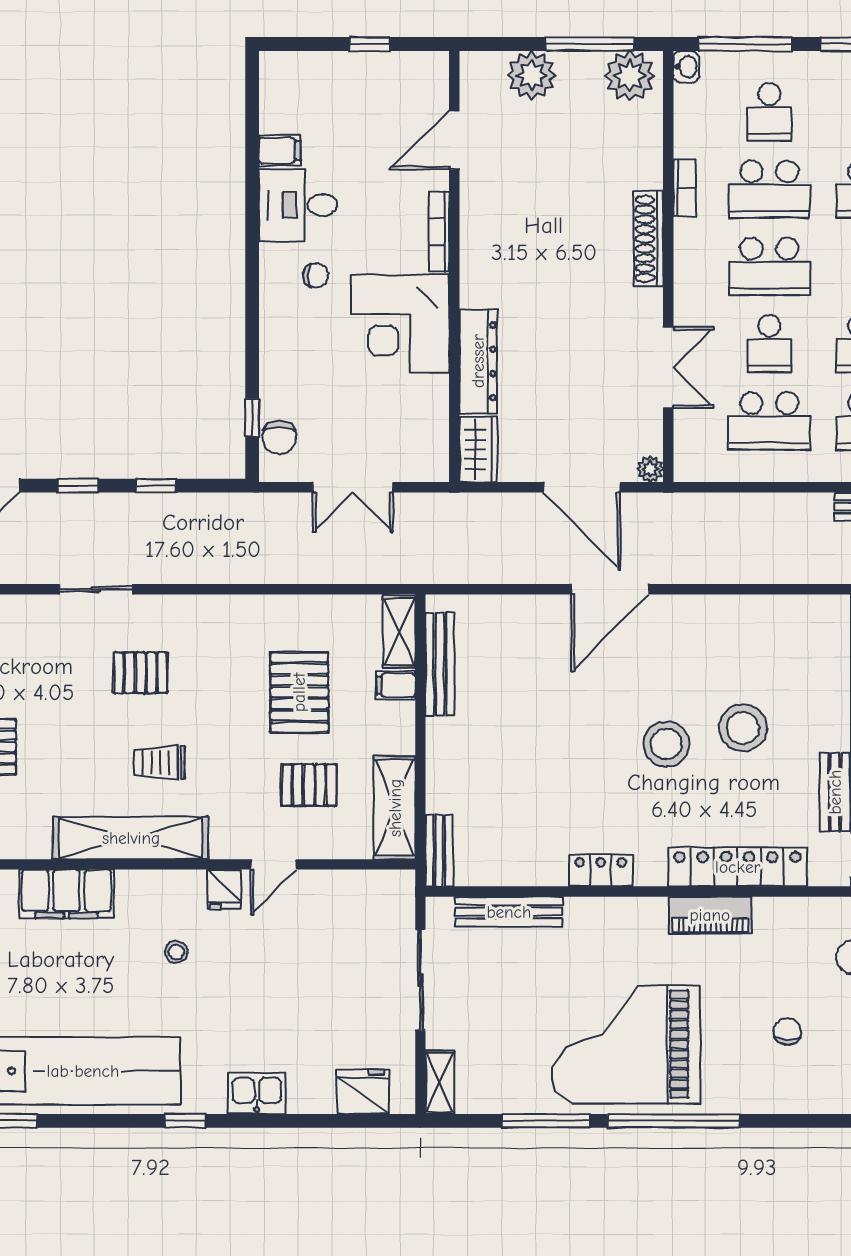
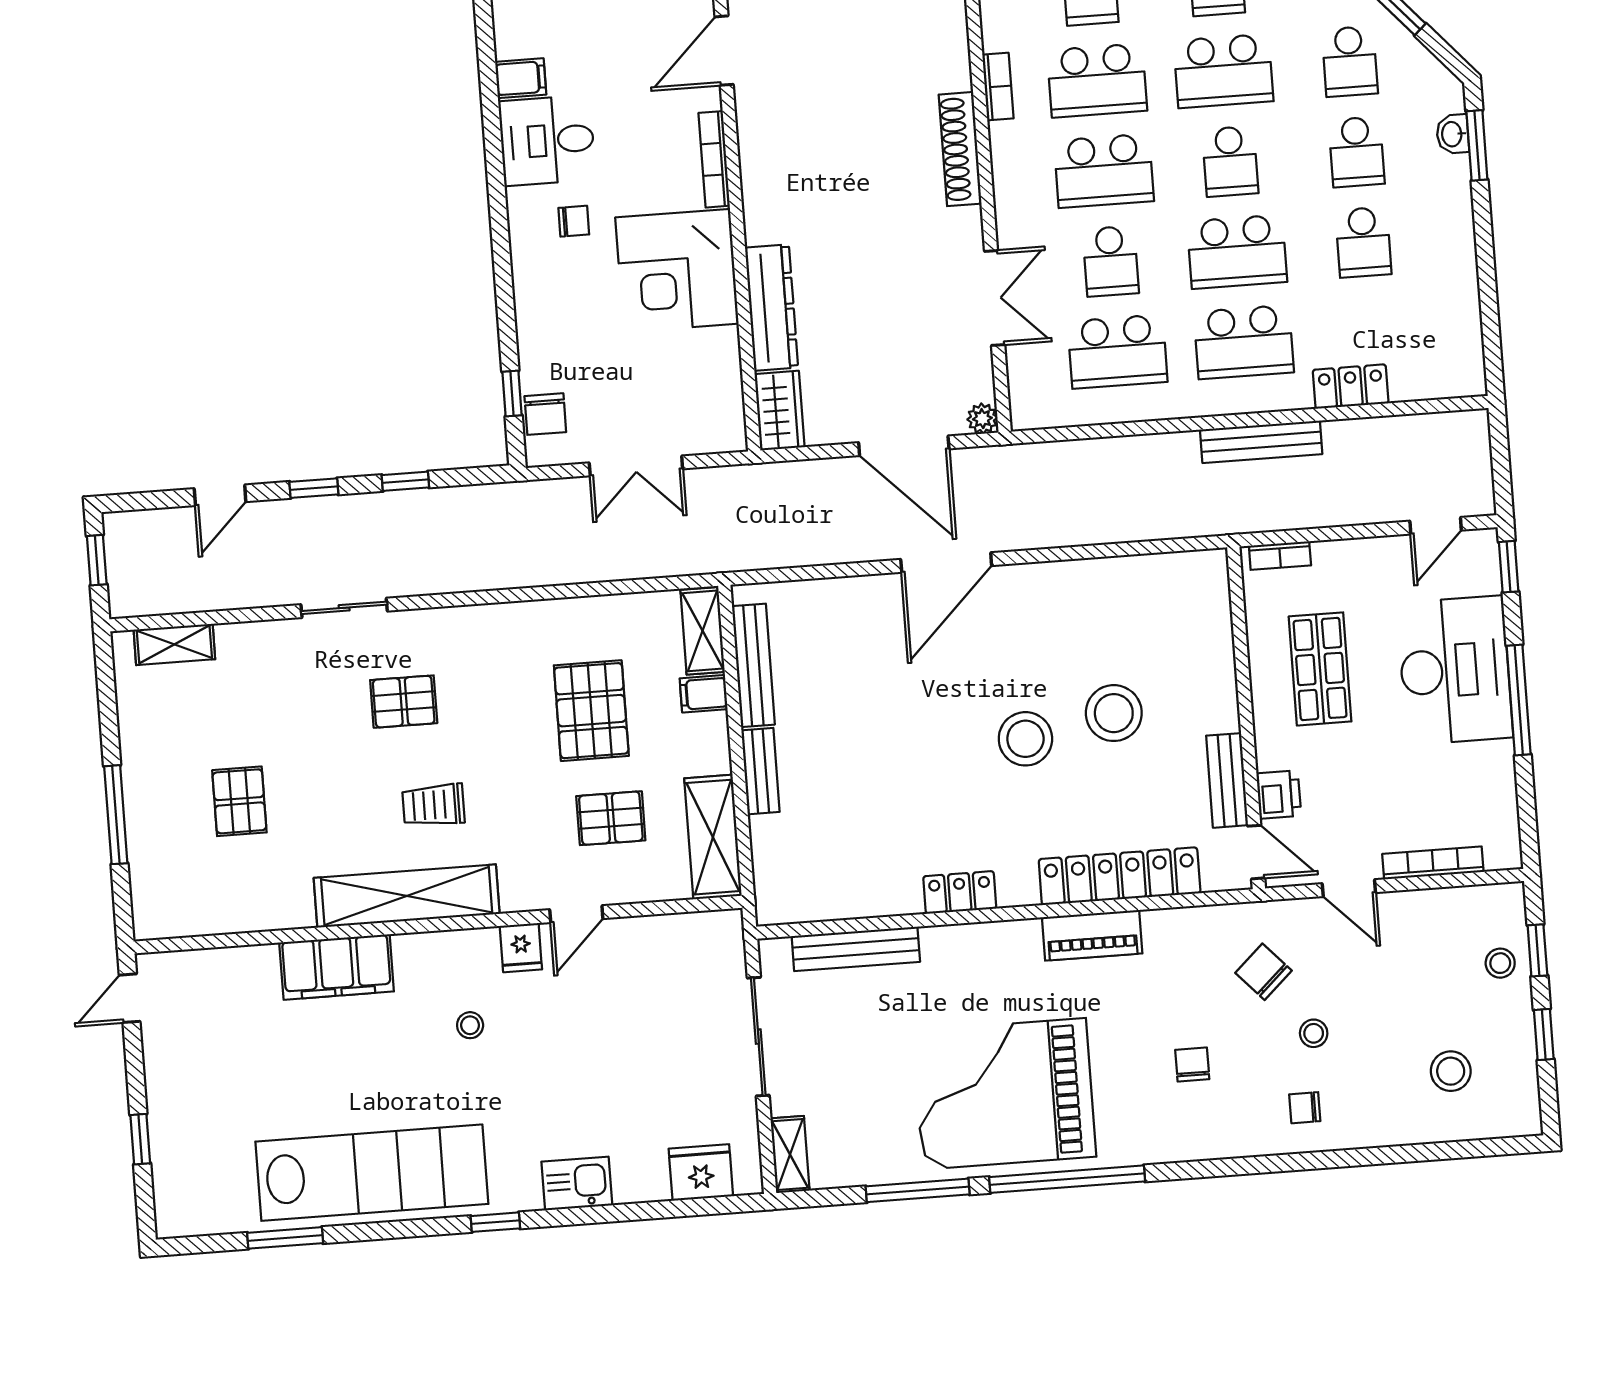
bench: (439, 851) -> (760, 771), moved

